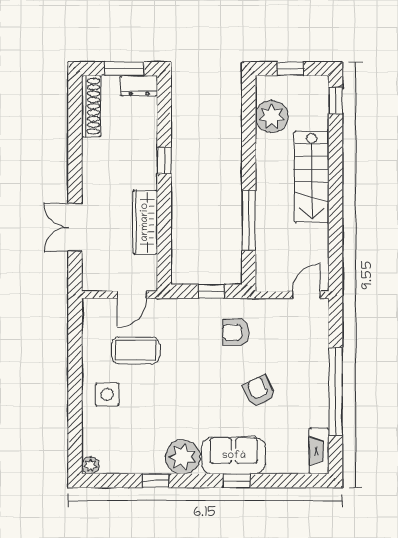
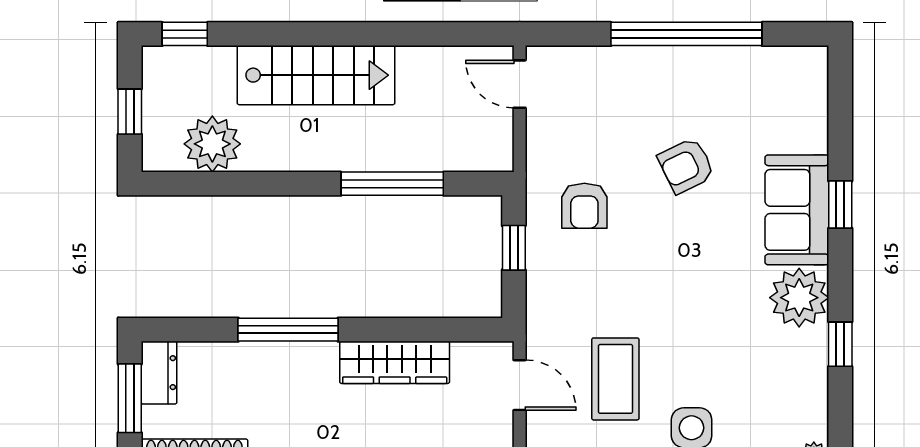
window: (164, 160) -> (288, 330), width x2.17
fireplace: (319, 451) -> (789, 62), removed

